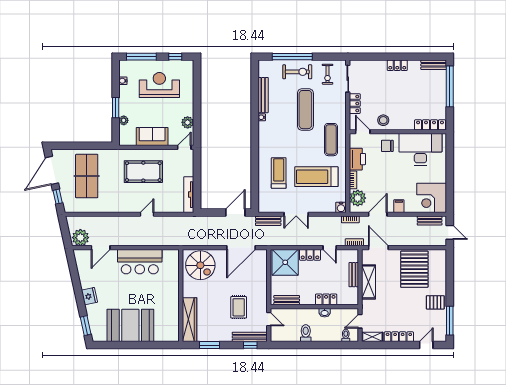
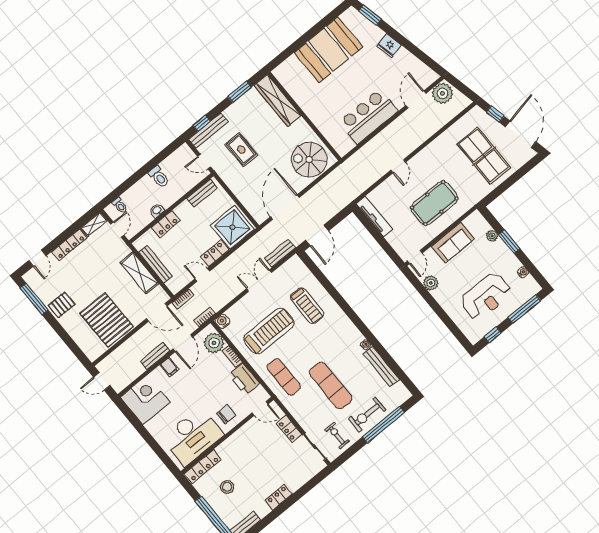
stool: (383, 120) -> (227, 487), moved
bench: (430, 221) -> (155, 356), moved
bench: (354, 275) -> (156, 264), width x1.36

